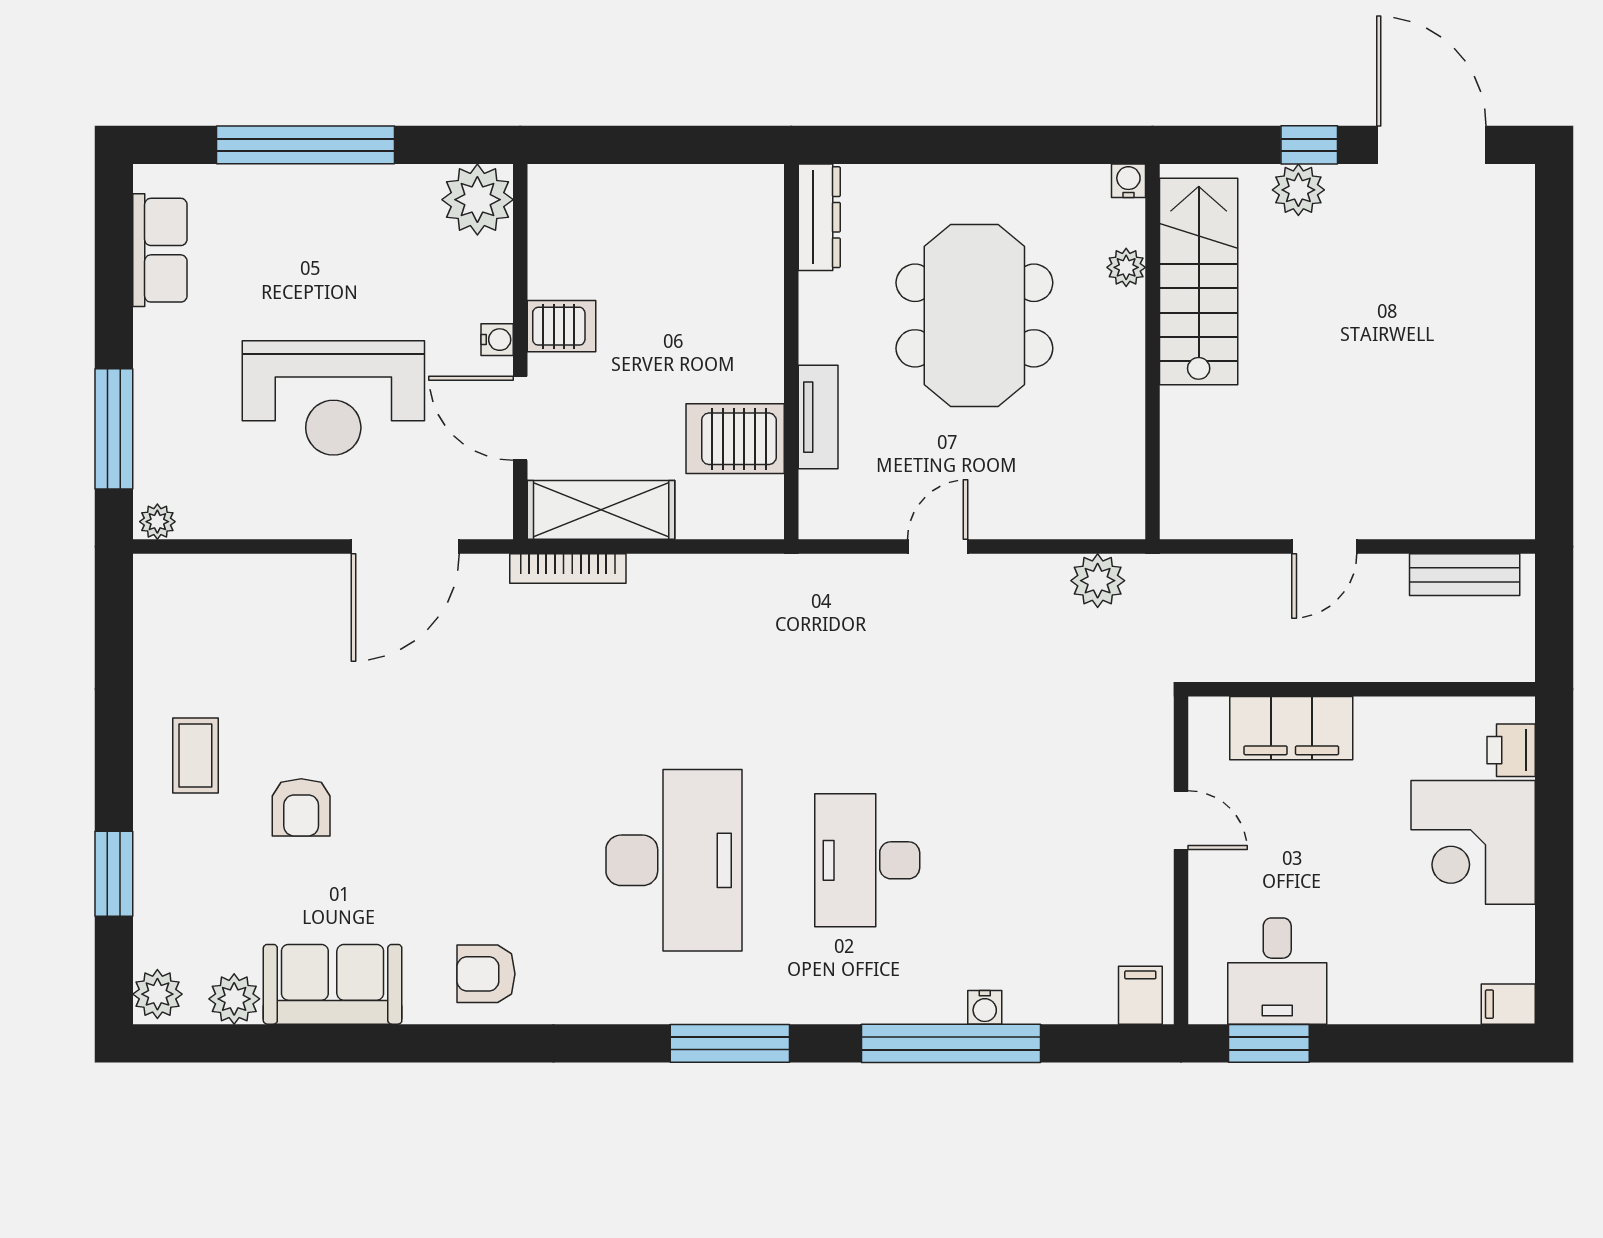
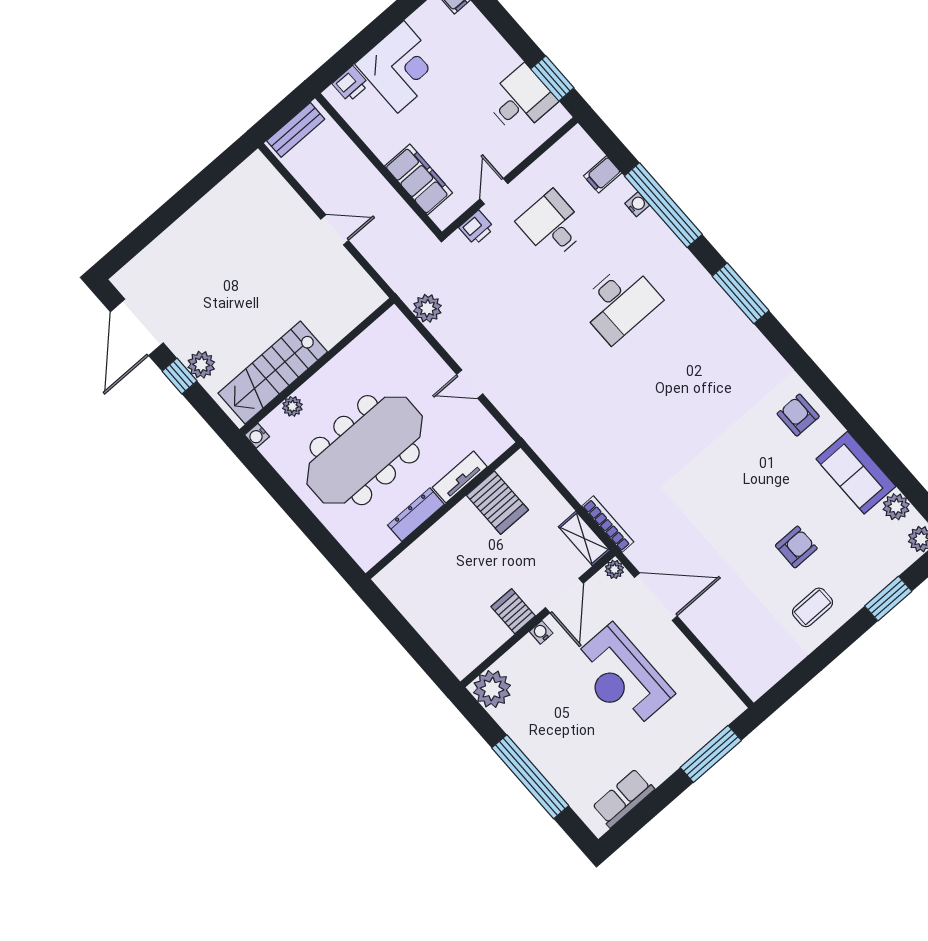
dresser: (819, 217) -> (416, 515), moved
meeting table: (974, 316) -> (365, 450), width x1.36
reception desk: (333, 398) -> (622, 677), turned 180
shelving: (601, 510) -> (584, 538), width x0.67, depth x0.75
plant: (157, 522) -> (614, 569), moved
bench: (1465, 575) -> (296, 130), moved, turned 90
printer: (1151, 750) -> (477, 228), added
desk: (674, 860) -> (552, 225), moved, width x0.53, depth x0.77
armchair: (486, 974) -> (798, 415), turned 180
filing cabinet: (1140, 995) -> (603, 174), moved

